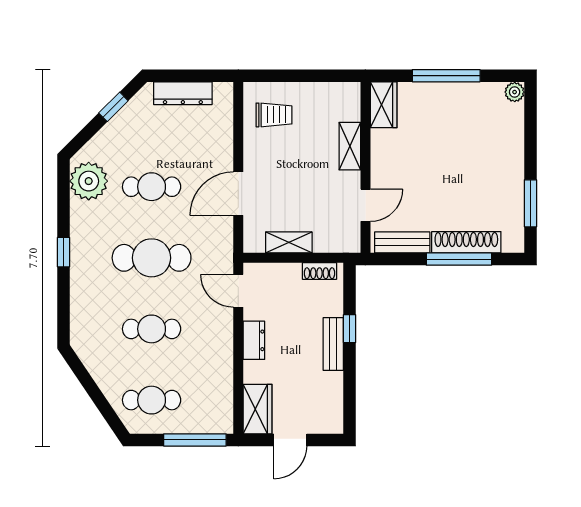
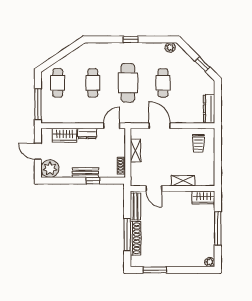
dresser: (183, 93) -> (209, 109), moved
plant: (89, 181) -> (170, 47), width x0.53, depth x0.53
wardrobe: (258, 409) -> (65, 135), moved
plant: (325, 416) -> (50, 169), added

